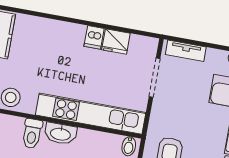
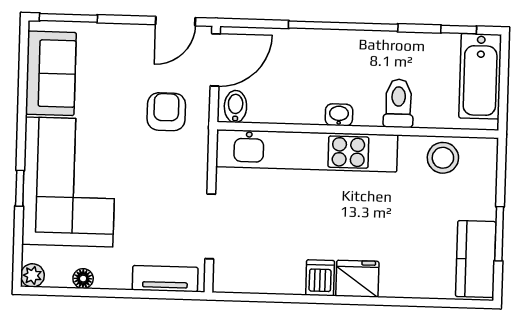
fridge: (116, 42) -> (357, 279), moved
washbasin: (61, 134) -> (339, 115), width x0.52, depth x0.69

